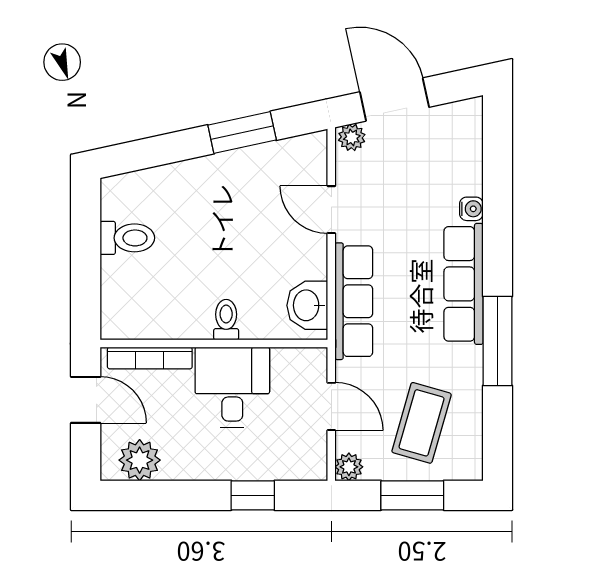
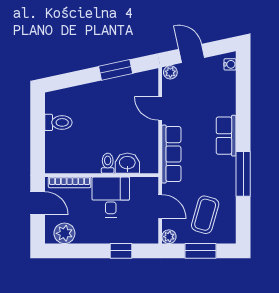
door: (394, 99) -> (192, 53), width x0.73
water cooler: (471, 209) -> (230, 64), moved
row of seats: (464, 284) -> (226, 136), width x0.68
washbasin: (307, 305) -> (127, 163), moved, turned 90

